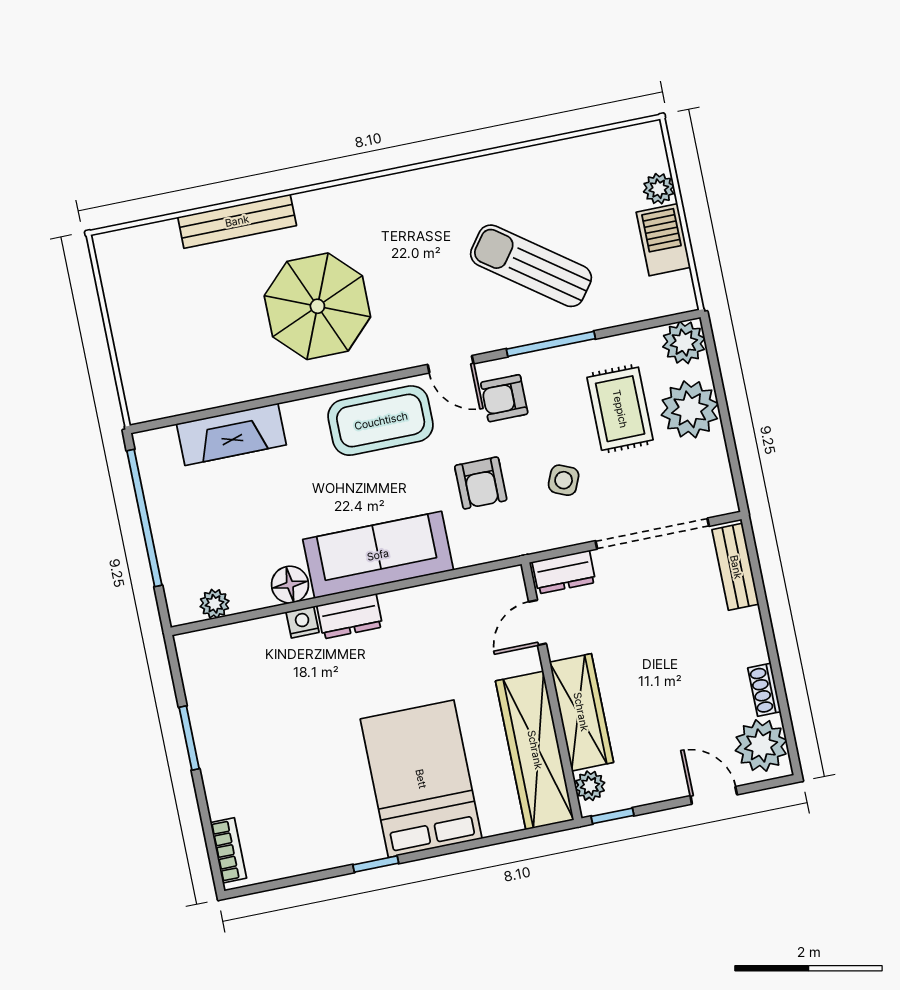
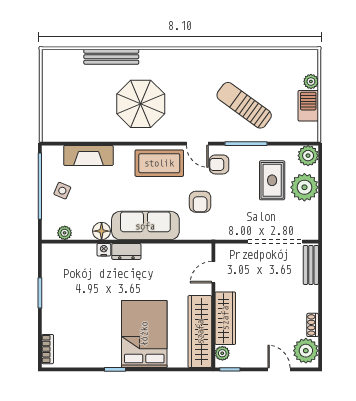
side table: (564, 480) -> (62, 191), moved
dresser: (564, 572) -> (230, 251), removed

